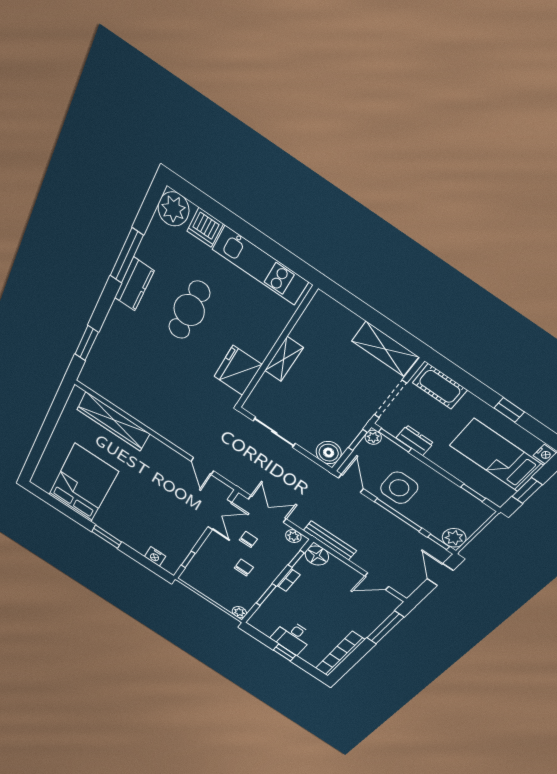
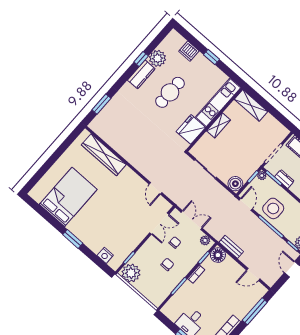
plant: (173, 209) -> (158, 58), moved
window: (249, 232) -> (212, 57), added
window: (127, 256) -> (141, 59), width x0.46
kitchen unit: (260, 265) -> (218, 102), moved, turned 90
shelving: (385, 349) -> (251, 105), moved
bench: (330, 541) -> (231, 247), width x0.73
plant: (239, 612) -> (131, 273), moved, width x1.88, depth x1.88

